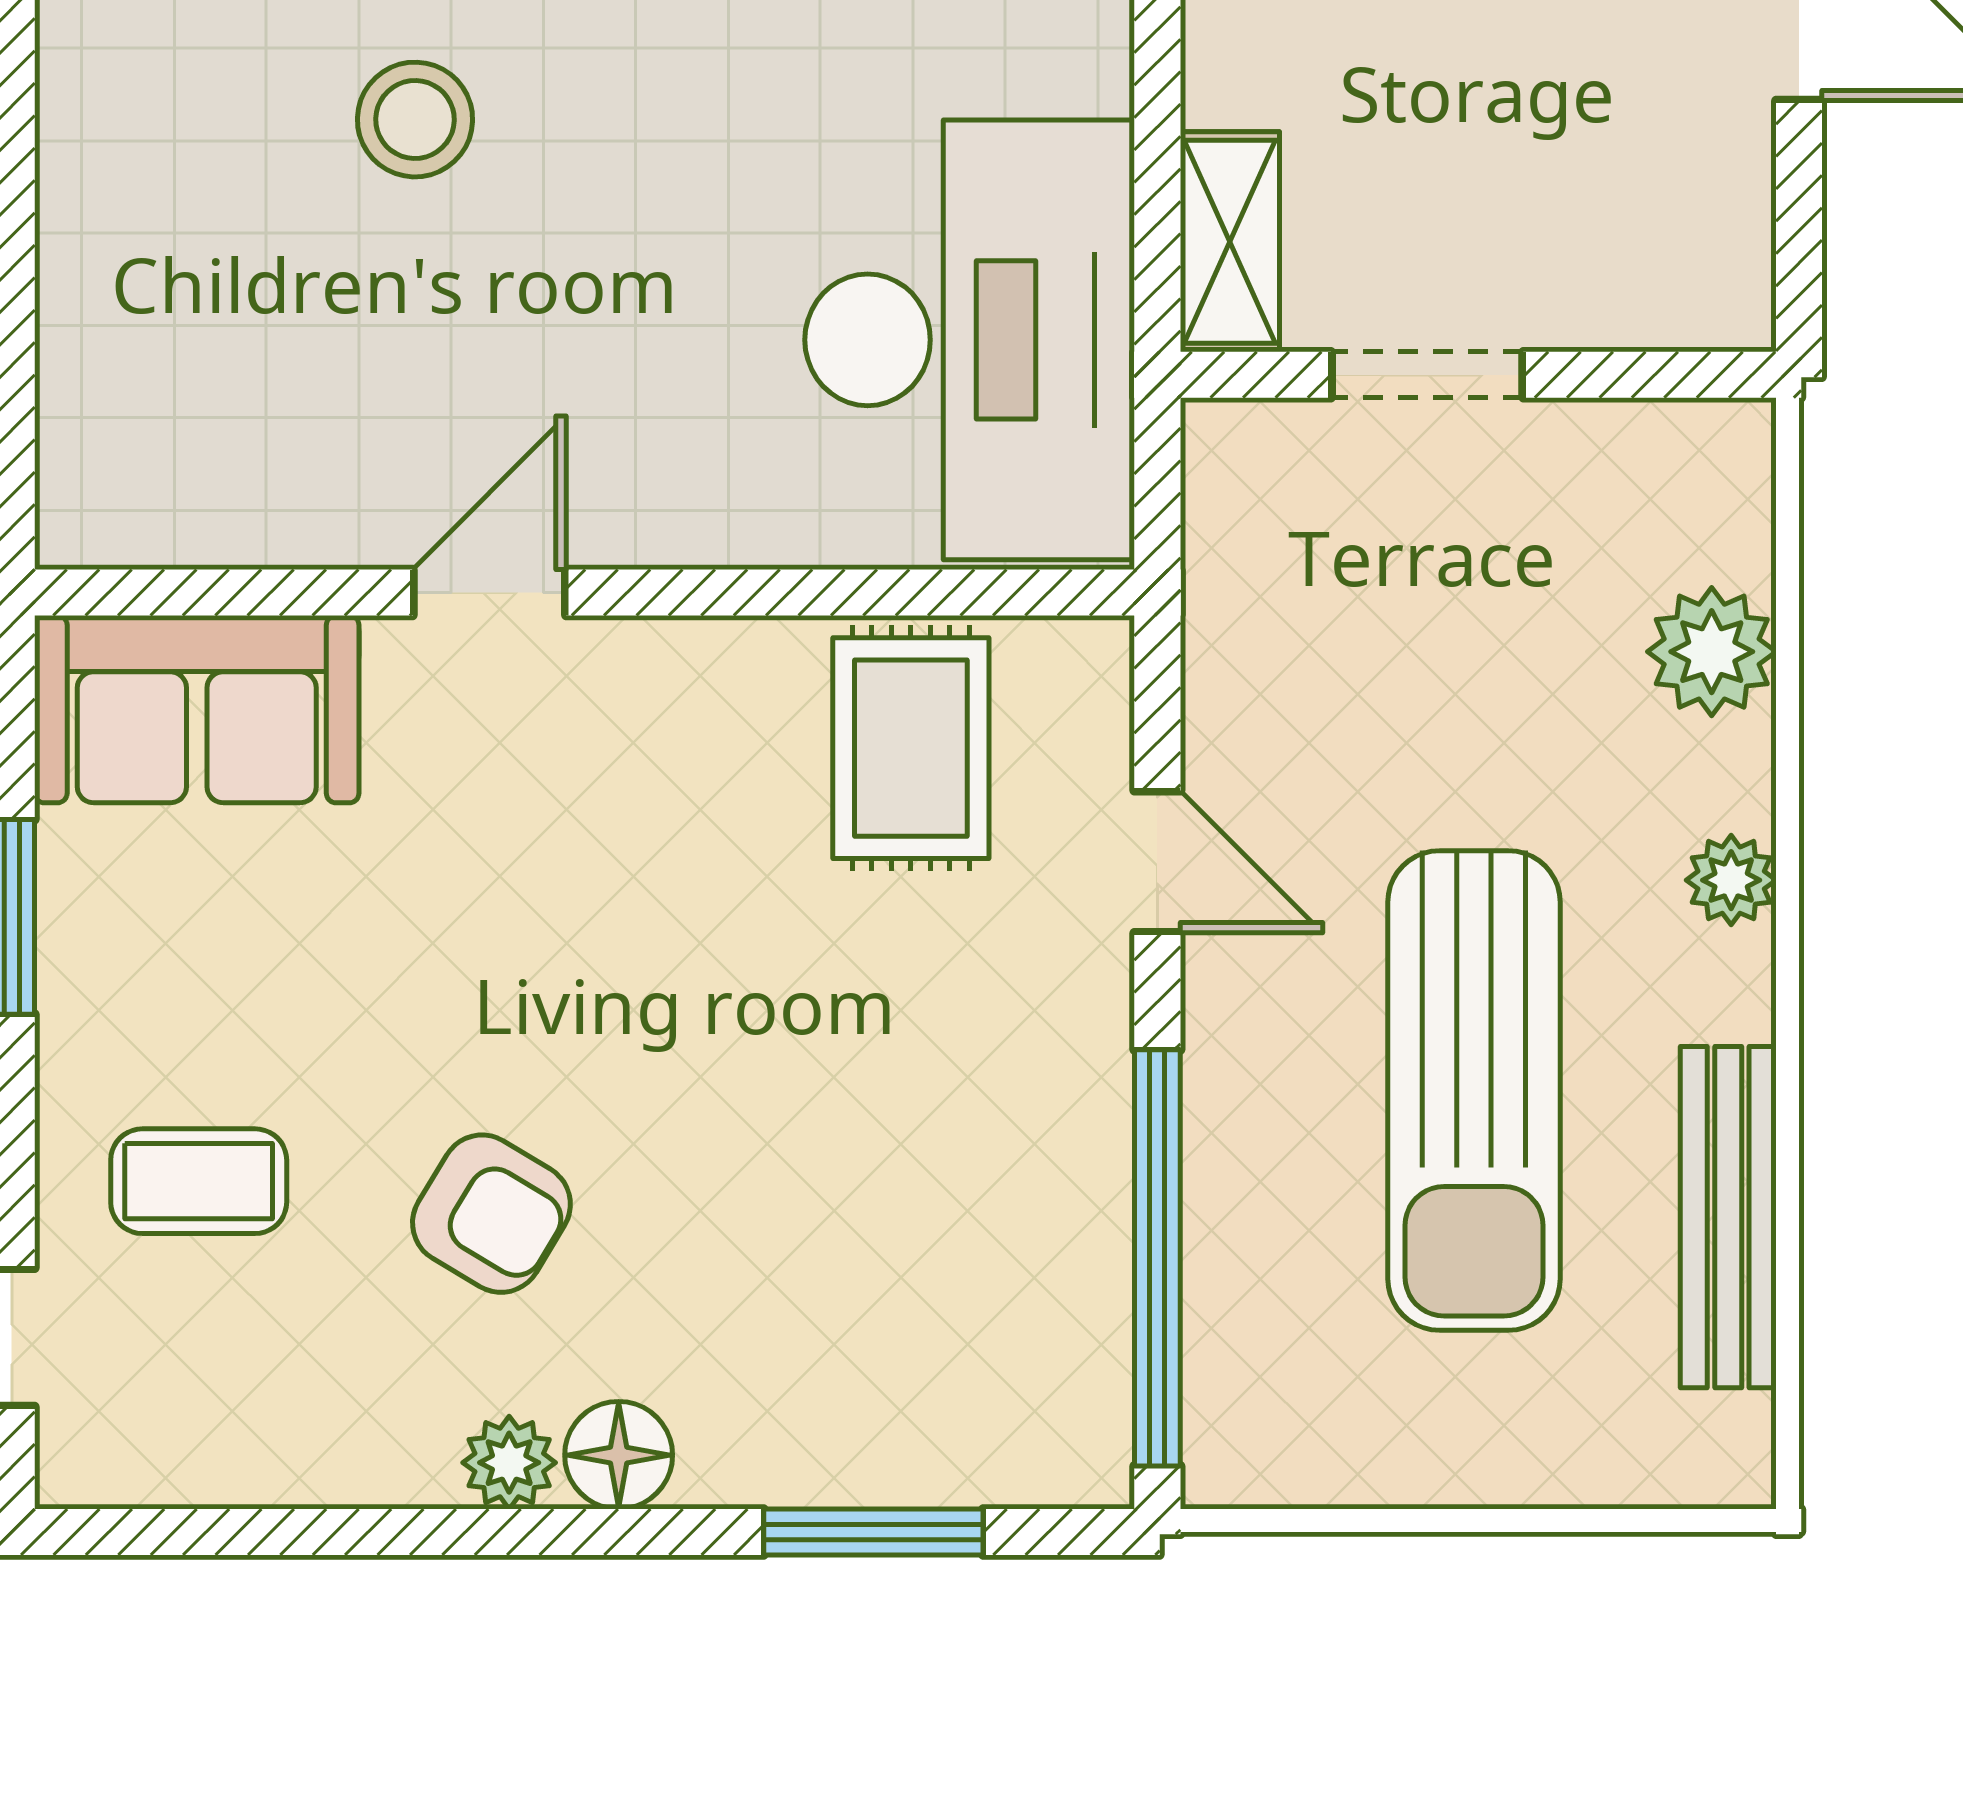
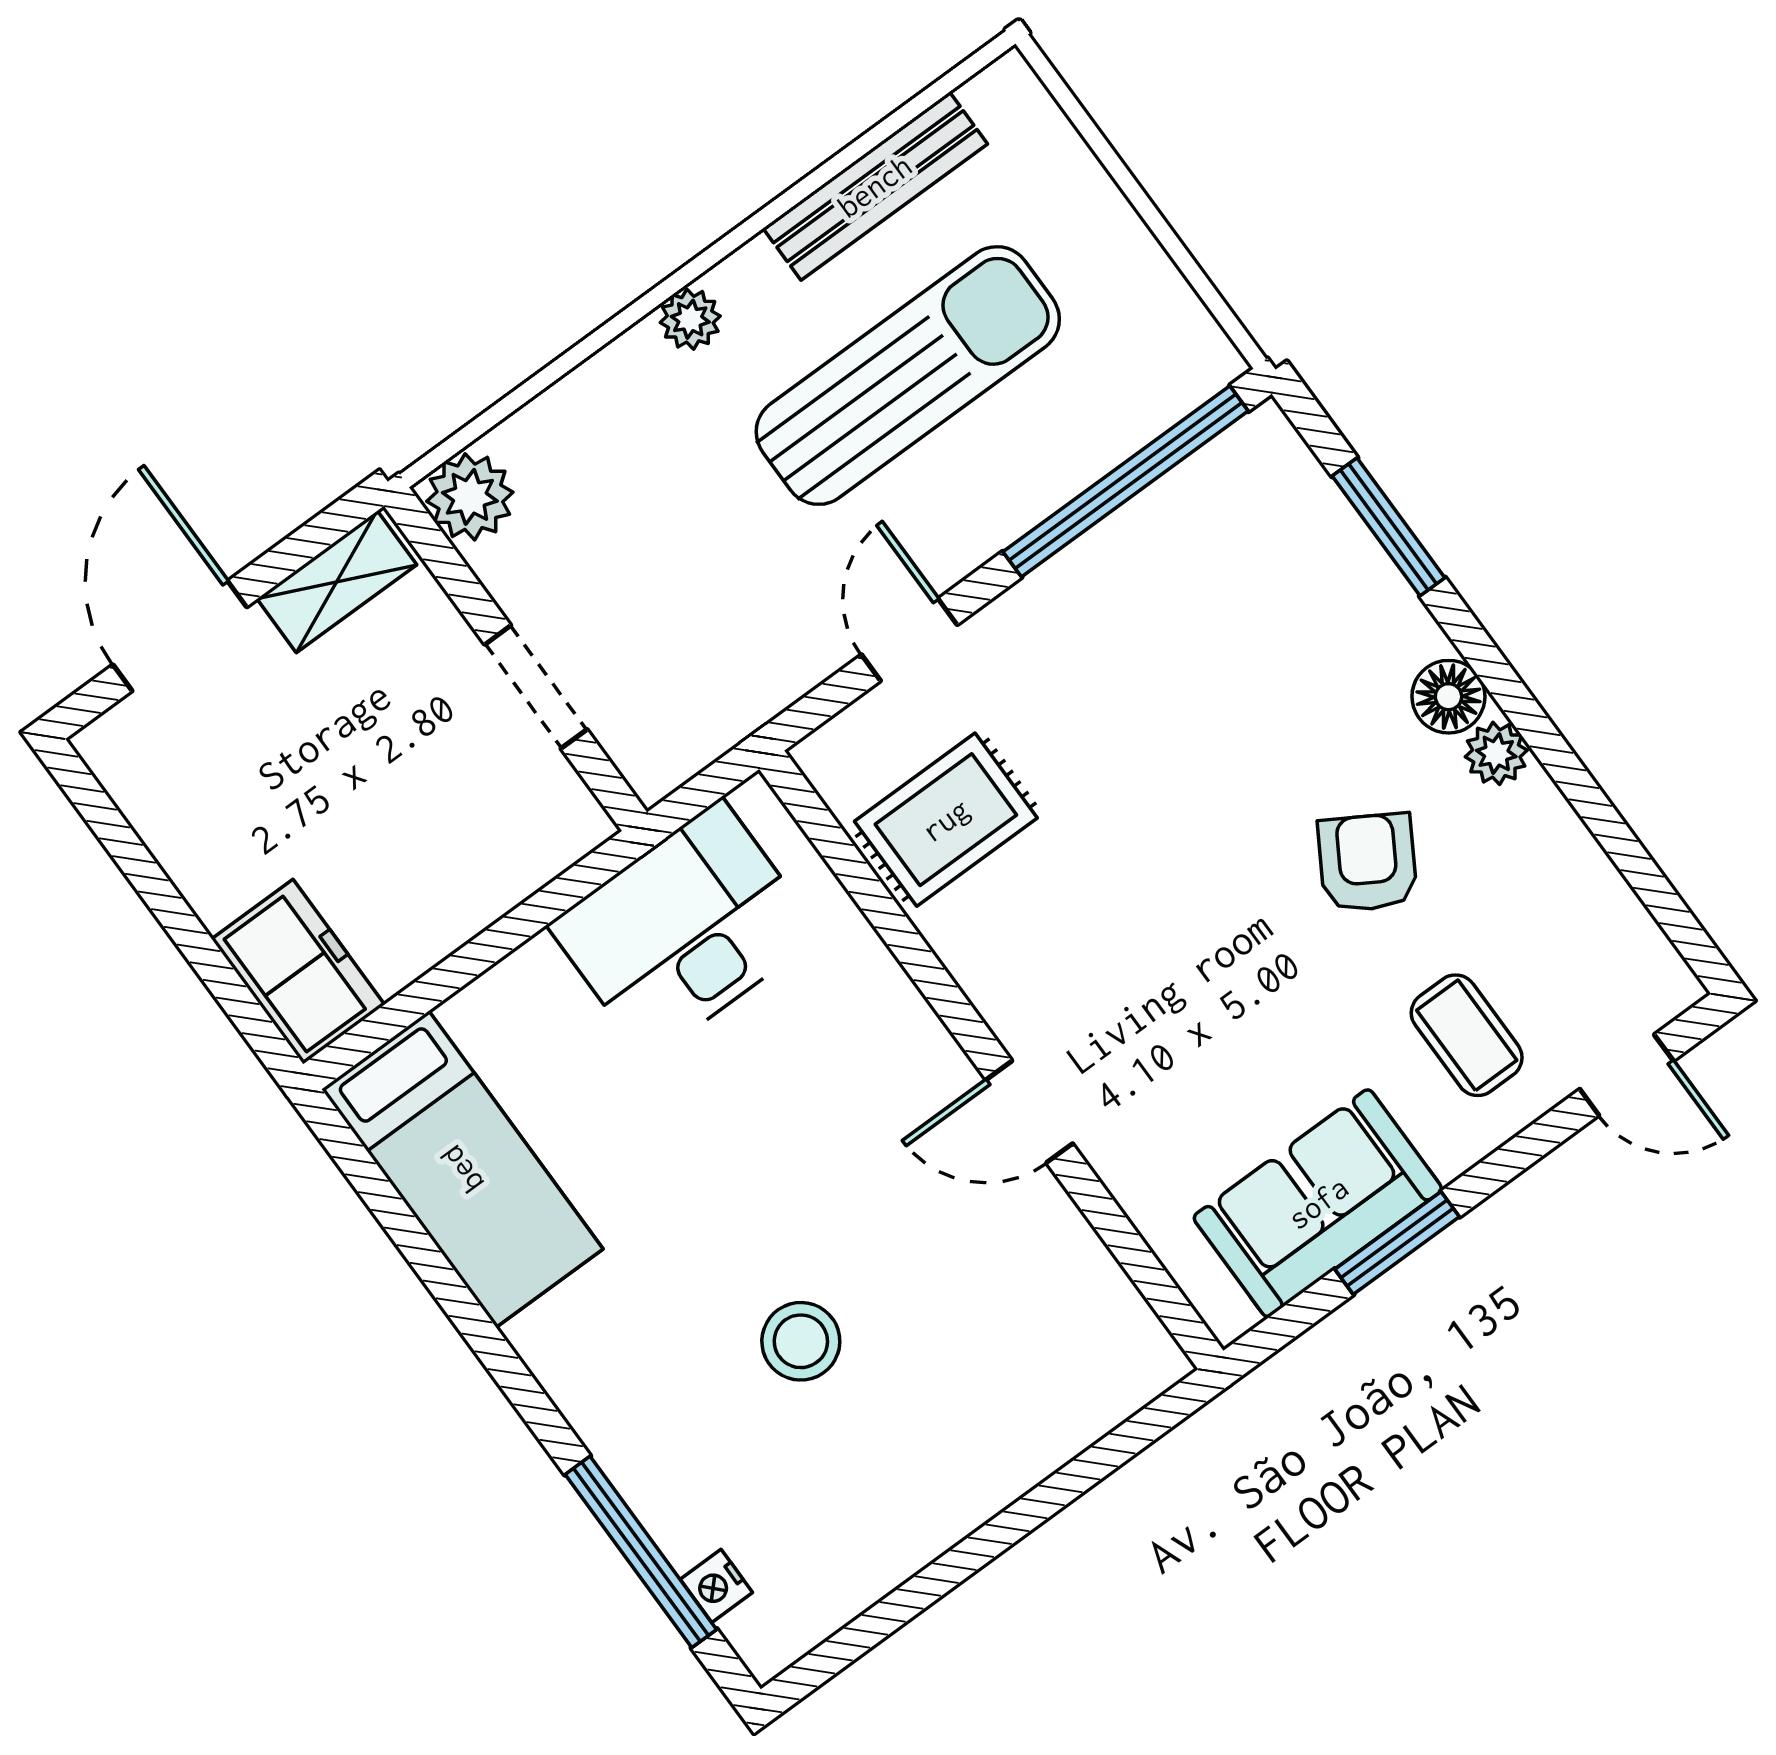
shelving: (1230, 242) -> (337, 582), moved
desk: (970, 340) -> (684, 930), width x0.73, depth x0.77
plant: (1712, 652) -> (470, 497), moved
sofa: (197, 709) -> (1318, 1203), moved, turned -90

